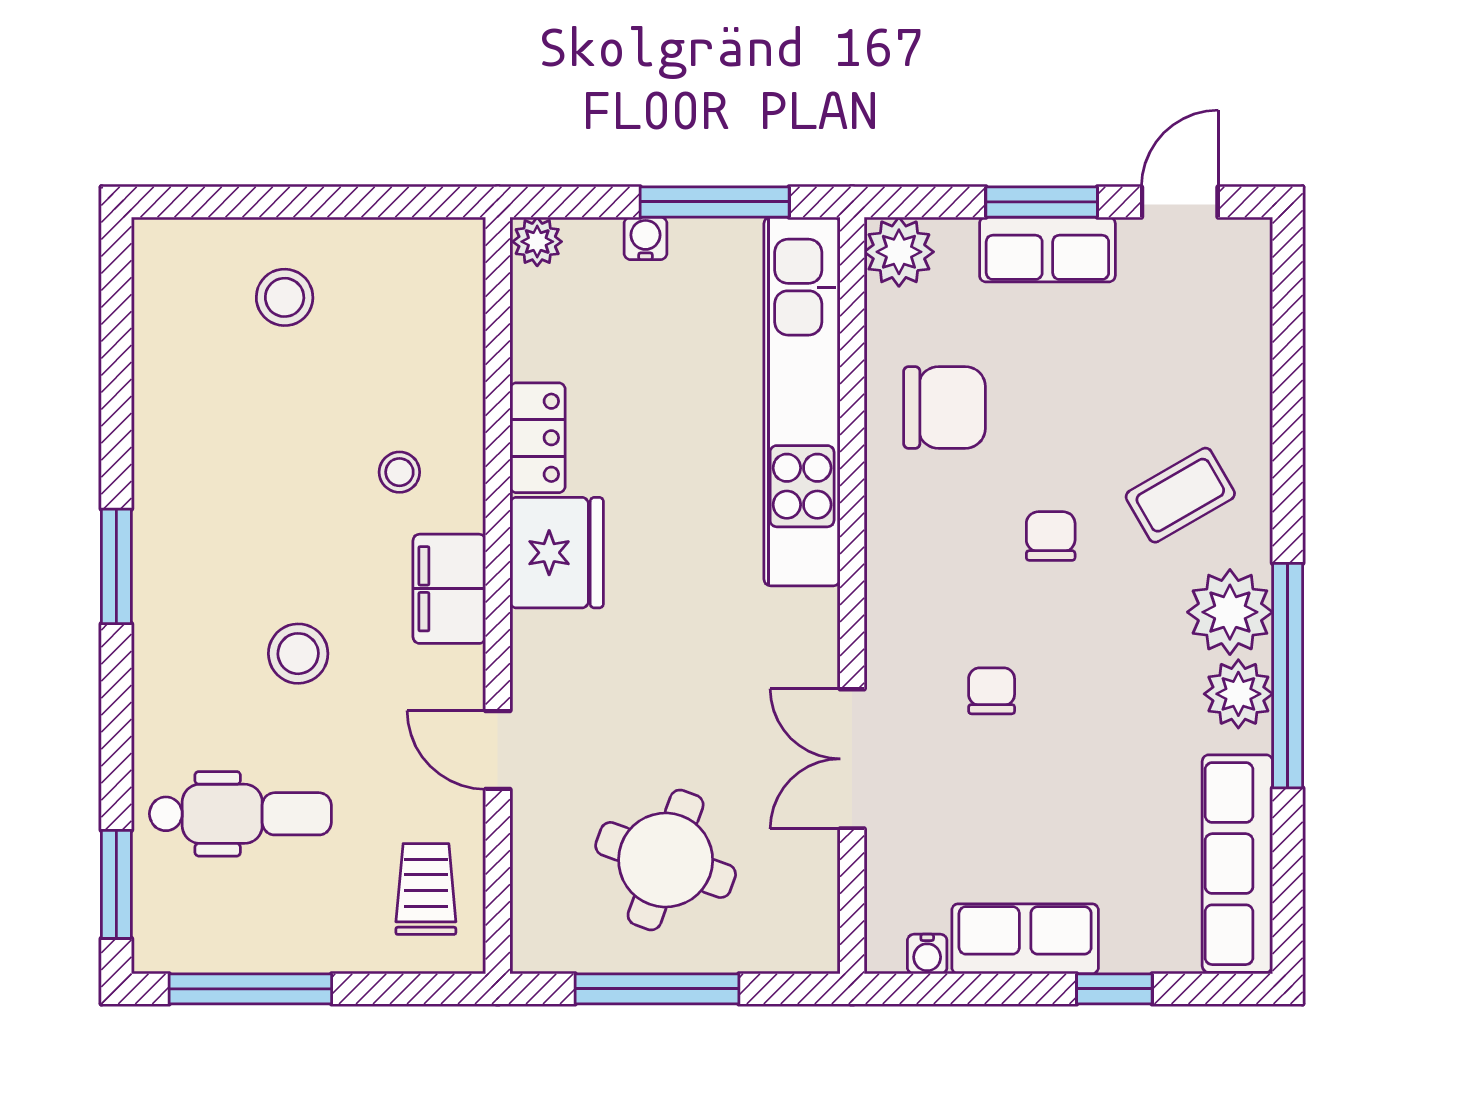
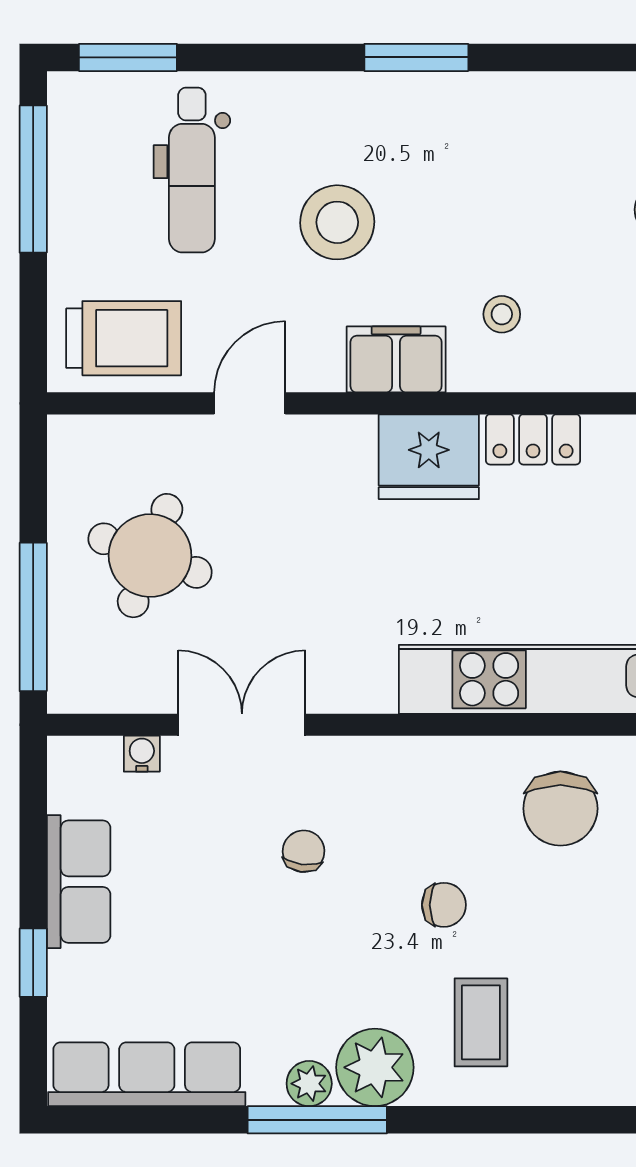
coffee table: (1180, 495) -> (481, 1022), turned 30
stool: (298, 654) -> (337, 222), width x1.38, depth x1.38
window: (1288, 676) -> (317, 1120), width x0.68
chair: (992, 691) -> (304, 851), turned -83
plant: (1238, 694) -> (309, 1084), width x0.73, depth x0.73
trolley: (426, 889) -> (124, 338), width x1.36, depth x1.39
water cooler: (927, 954) -> (142, 754), moved, turned 90
window: (657, 989) -> (33, 617), moved

